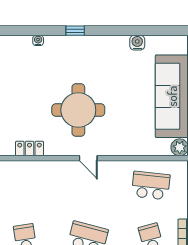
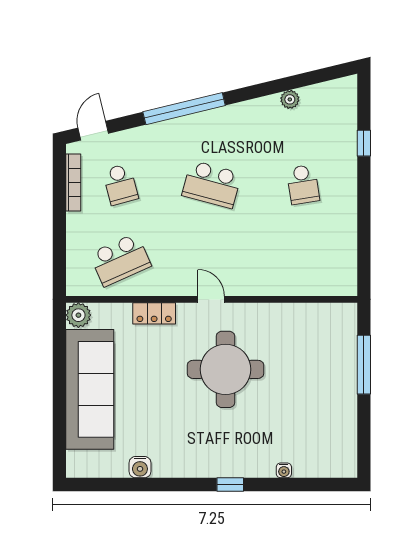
locker: (30, 149) -> (154, 313), moved
school desk: (151, 185) -> (120, 260), turned -30

